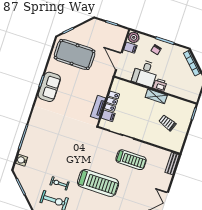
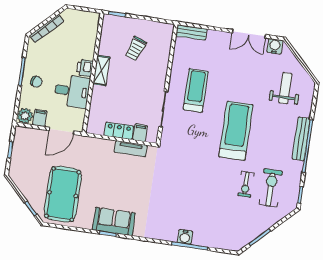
water cooler: (22, 160) -> (185, 237), moved

